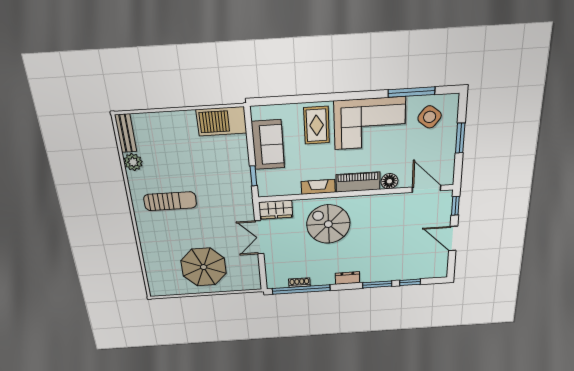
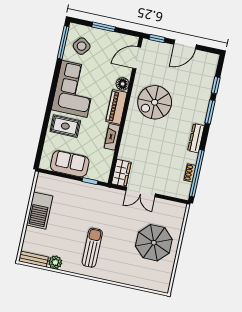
window: (412, 92) -> (63, 42), moved
barbecue: (221, 121) -> (40, 211), moved
spiral stairs: (328, 224) -> (155, 102), moved
dresser: (347, 278) -> (196, 138), width x1.44

